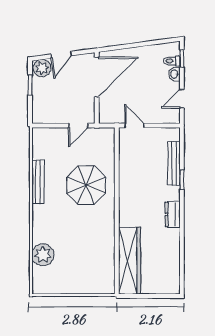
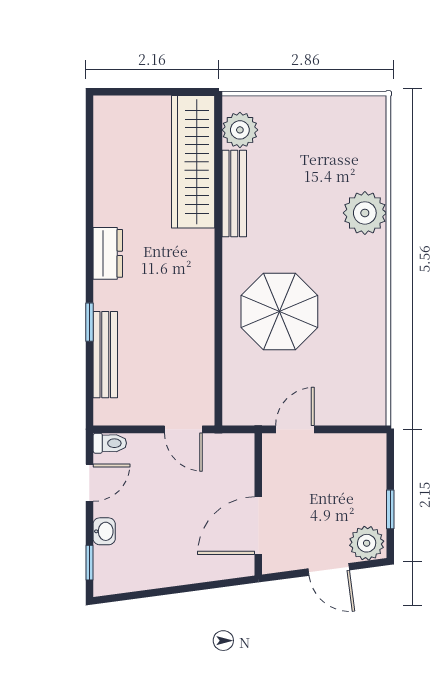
door: (61, 55) -> (329, 569), swing flipped
toilet: (172, 61) -> (110, 443), moved
door: (97, 77) -> (258, 526), width x0.73
bench: (38, 182) -> (234, 194), moved
plant: (43, 255) -> (365, 213), moved
plant: (106, 277) -> (240, 130), added

